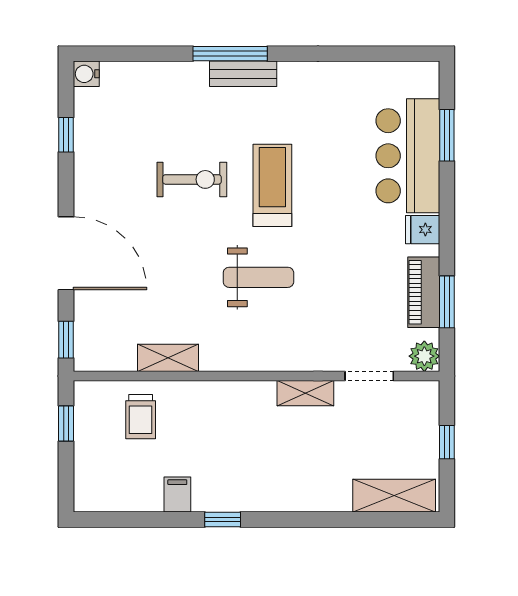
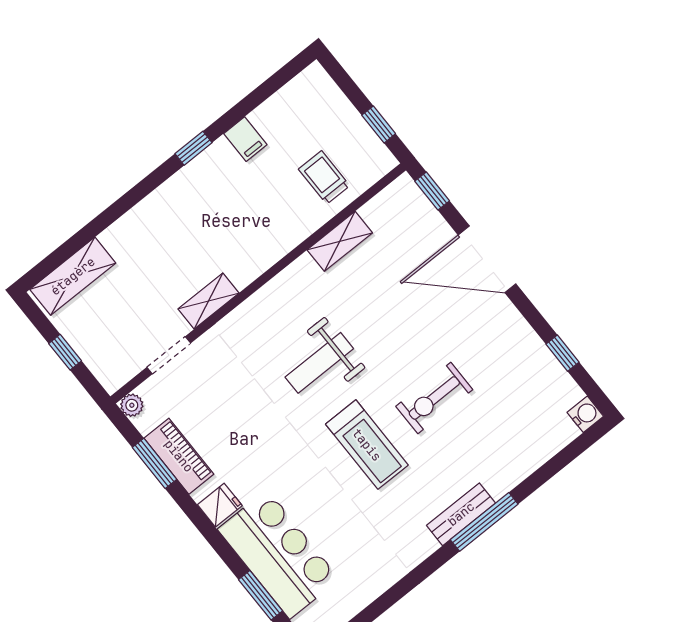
plant: (424, 356) -> (132, 405), width x0.73, depth x0.73

